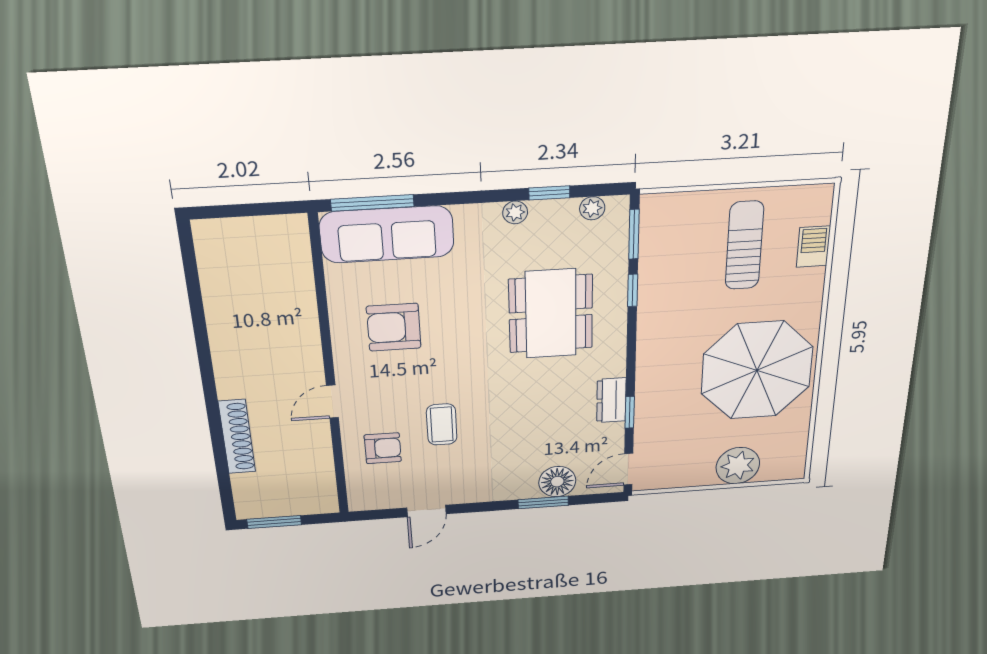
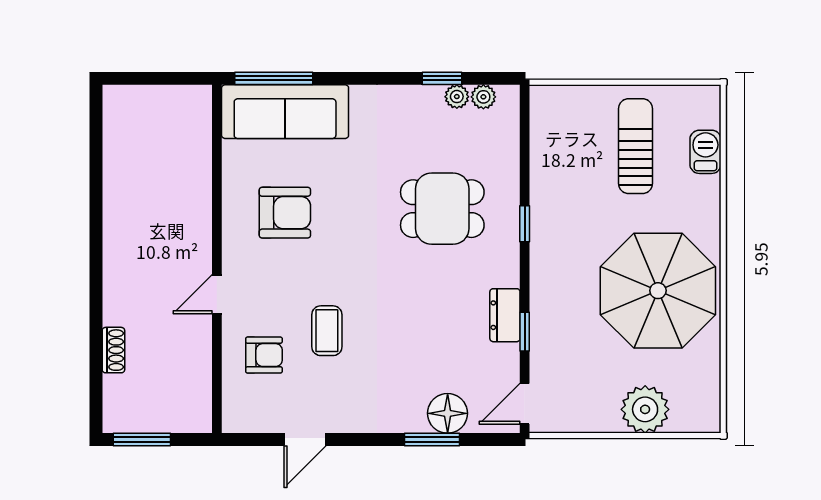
plant: (515, 212) -> (457, 97), moved
window: (634, 234) -> (525, 127), removed
window: (633, 290) -> (525, 224), moved
dining table: (551, 314) -> (442, 209), width x0.73
armchair: (394, 327) -> (285, 213), turned 180
shoe rack: (237, 437) -> (113, 350), width x0.51, depth x0.81

